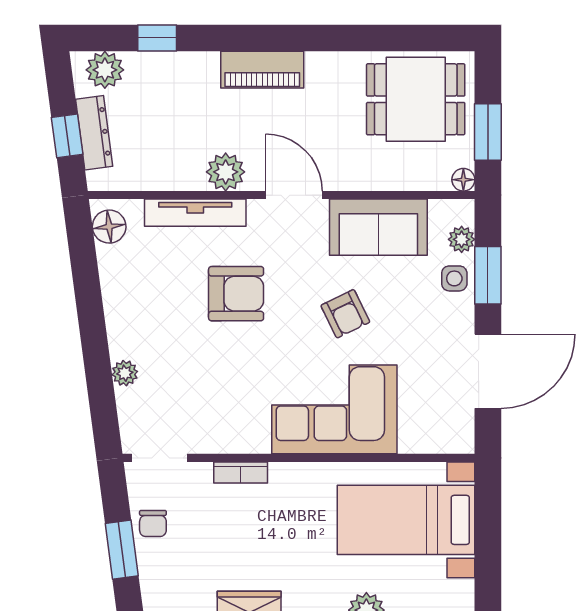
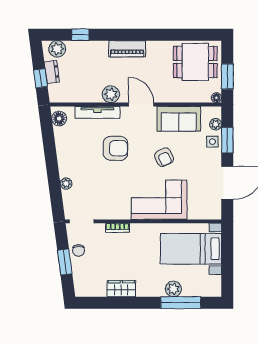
dresser: (94, 133) -> (52, 72), width x0.70

